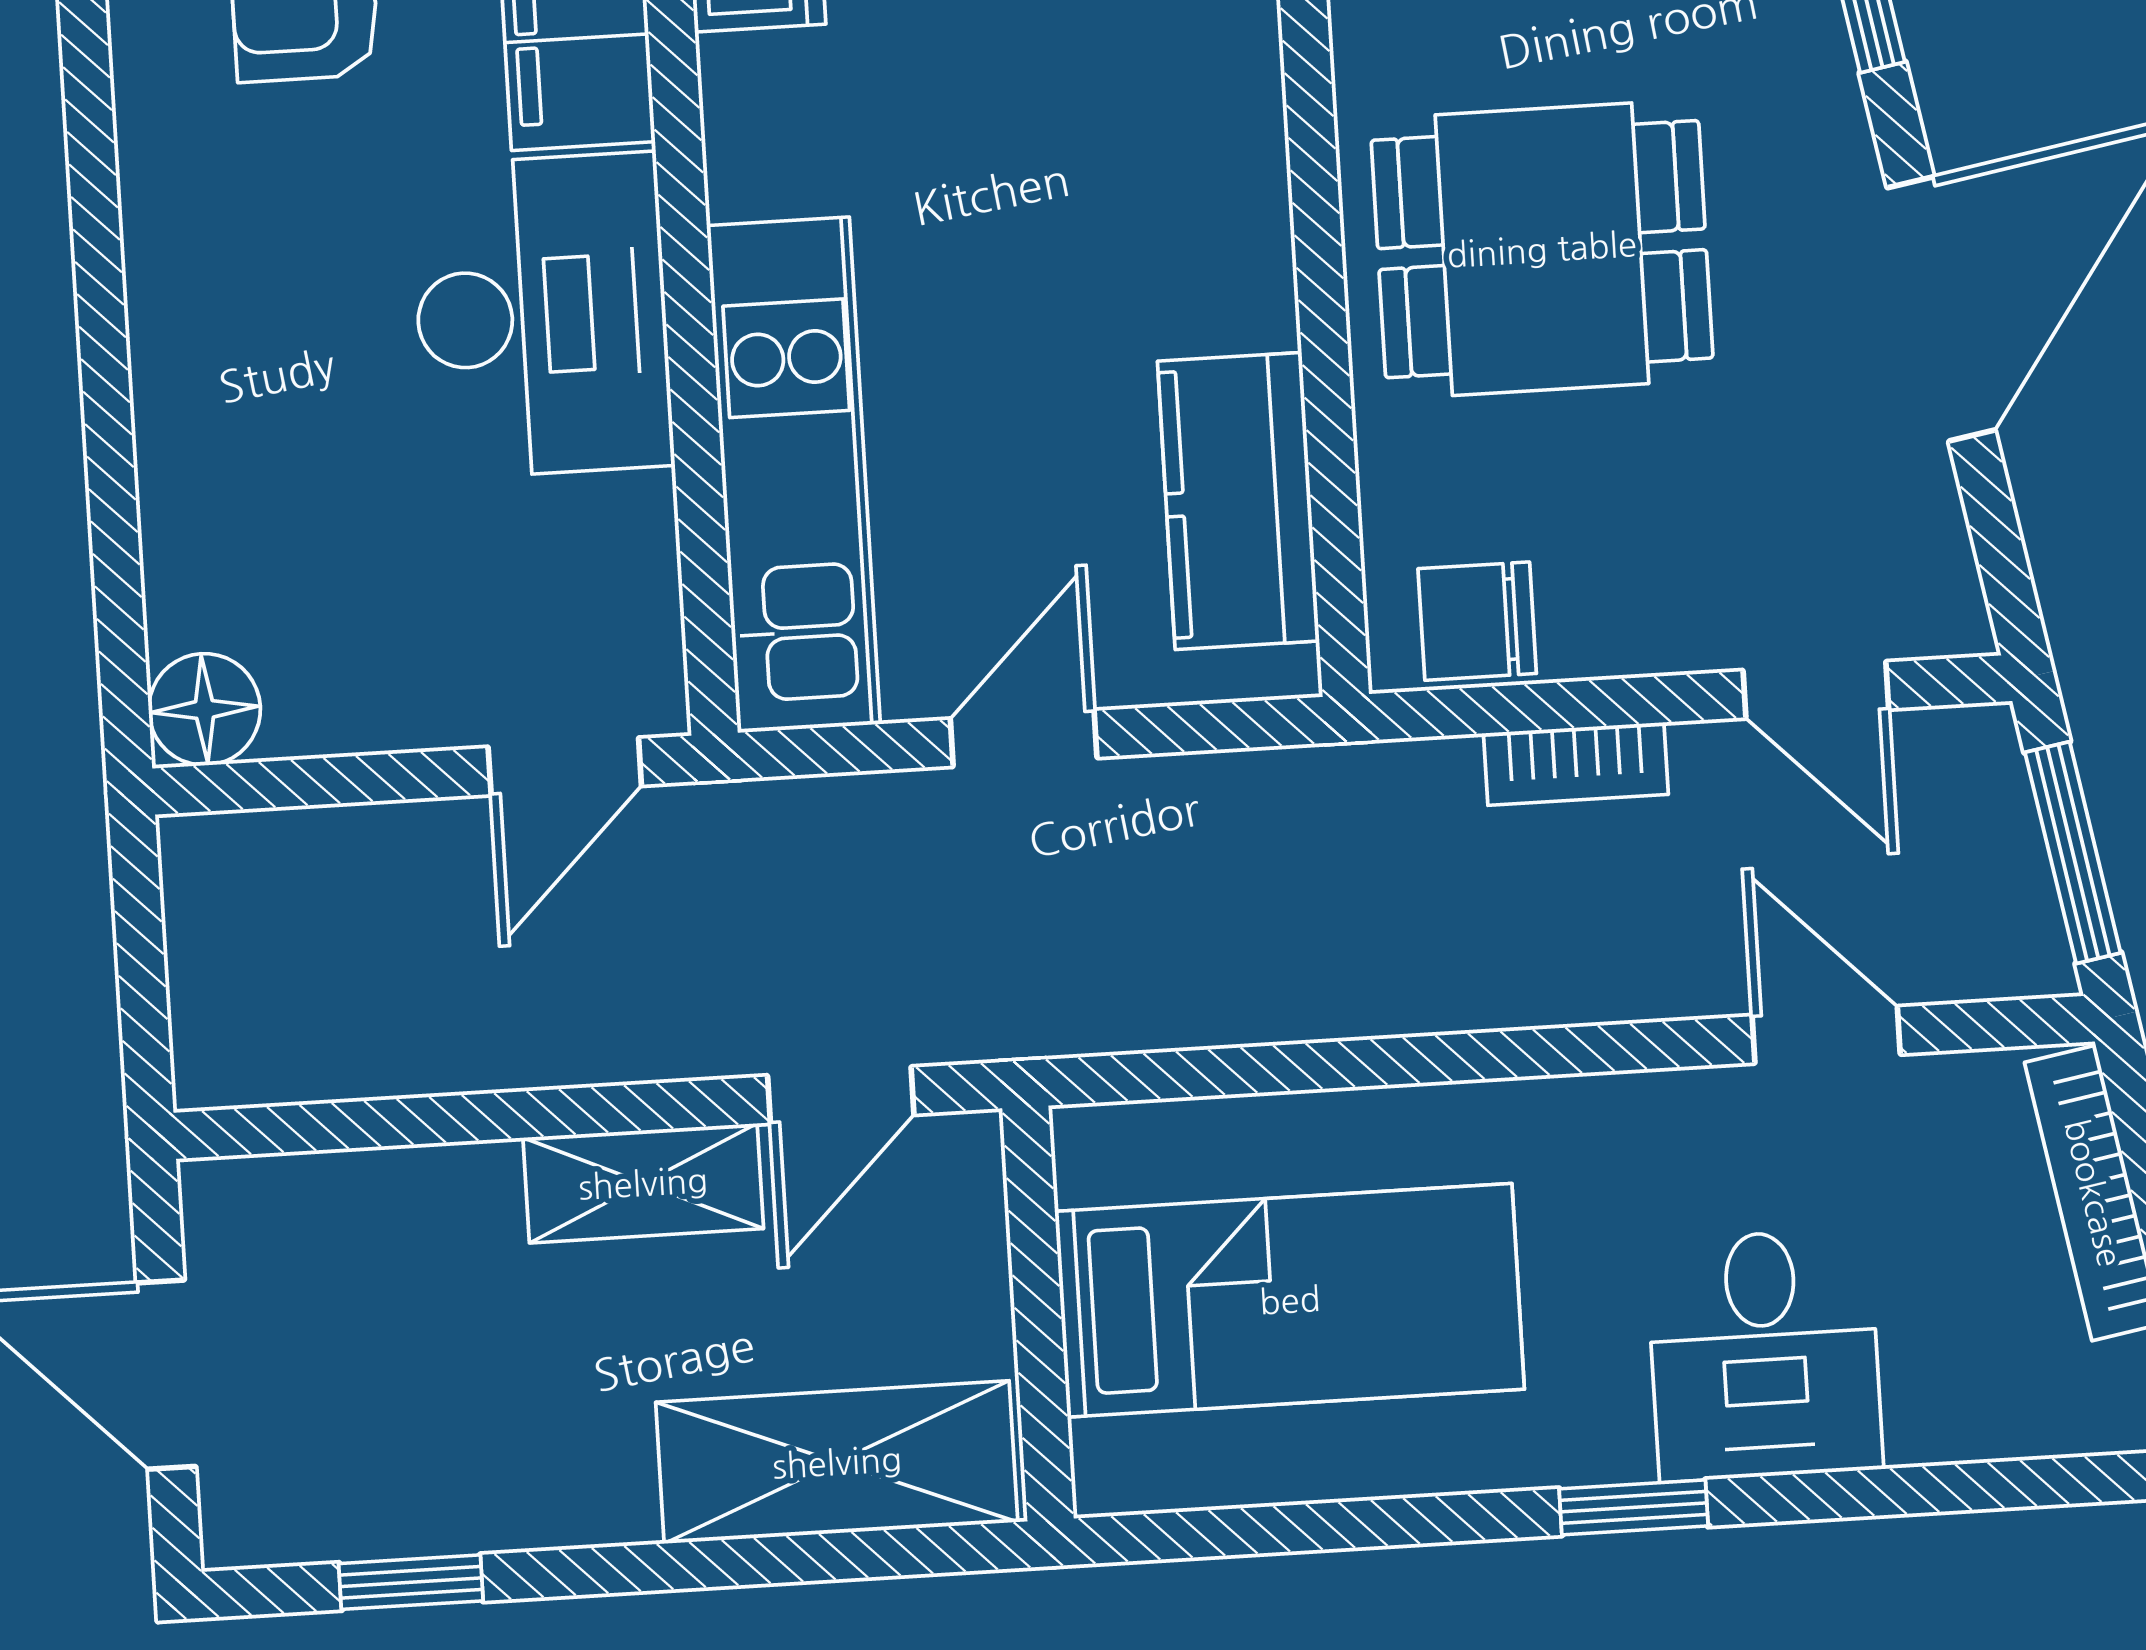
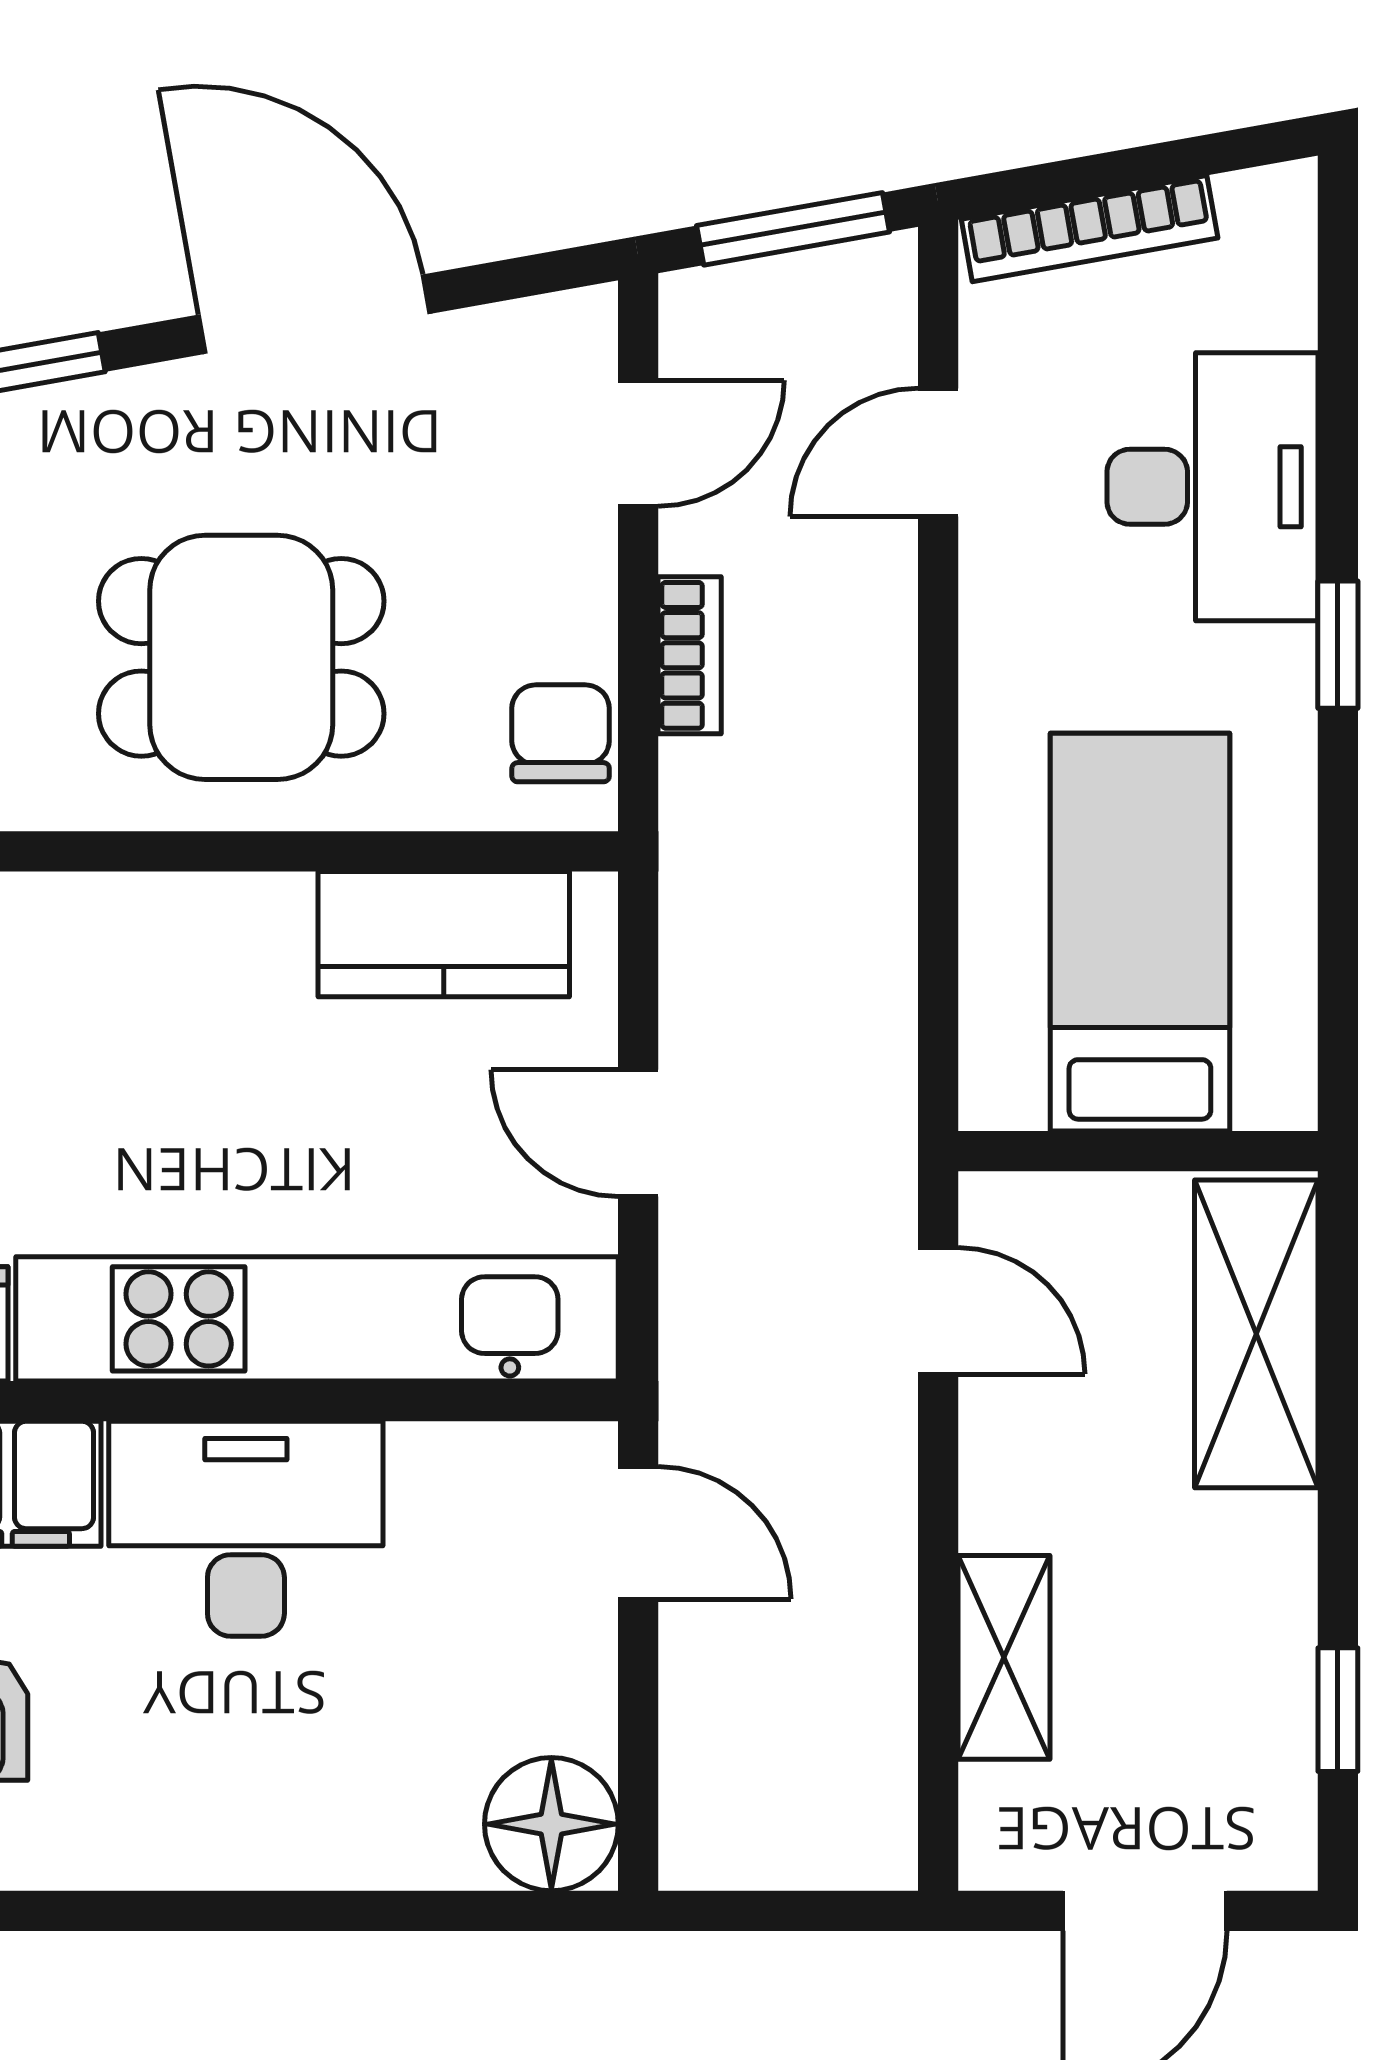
dining table: (1542, 249) -> (241, 657), turned 90
kitchen unit: (793, 475) -> (317, 1319), width x1.36
chair: (1477, 621) -> (561, 733), turned 180
floor lamp: (205, 709) -> (551, 1824), width x1.38, depth x1.38
shelving: (643, 1183) -> (1004, 1657), moved
desk: (1764, 1355) -> (1213, 487), width x1.37

